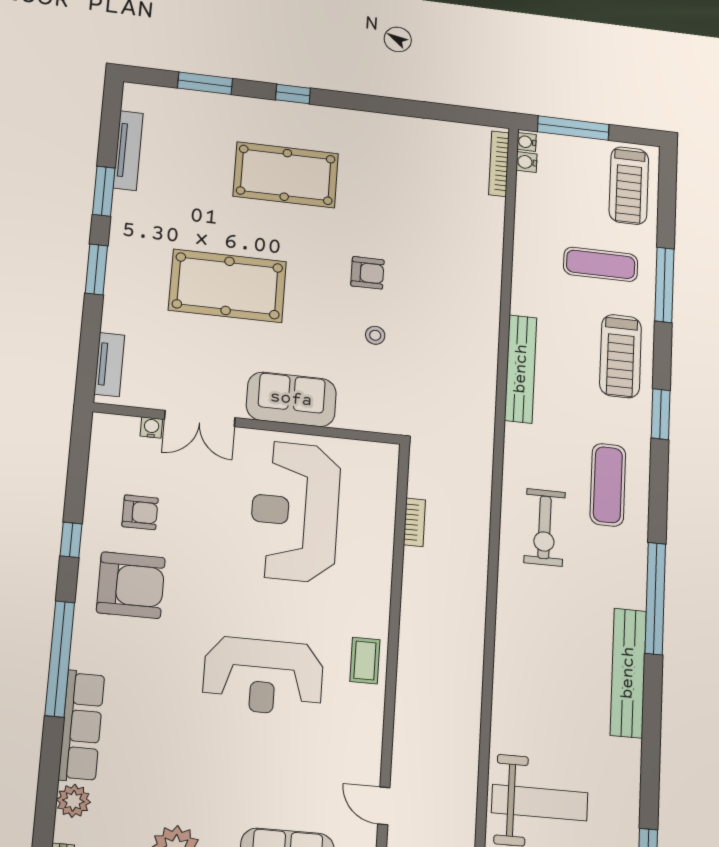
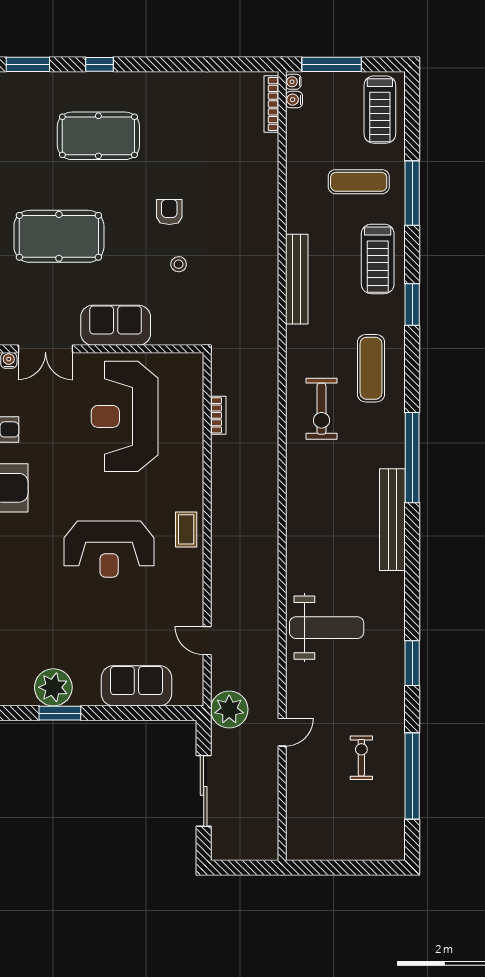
armchair: (367, 273) -> (169, 212), turned -90

